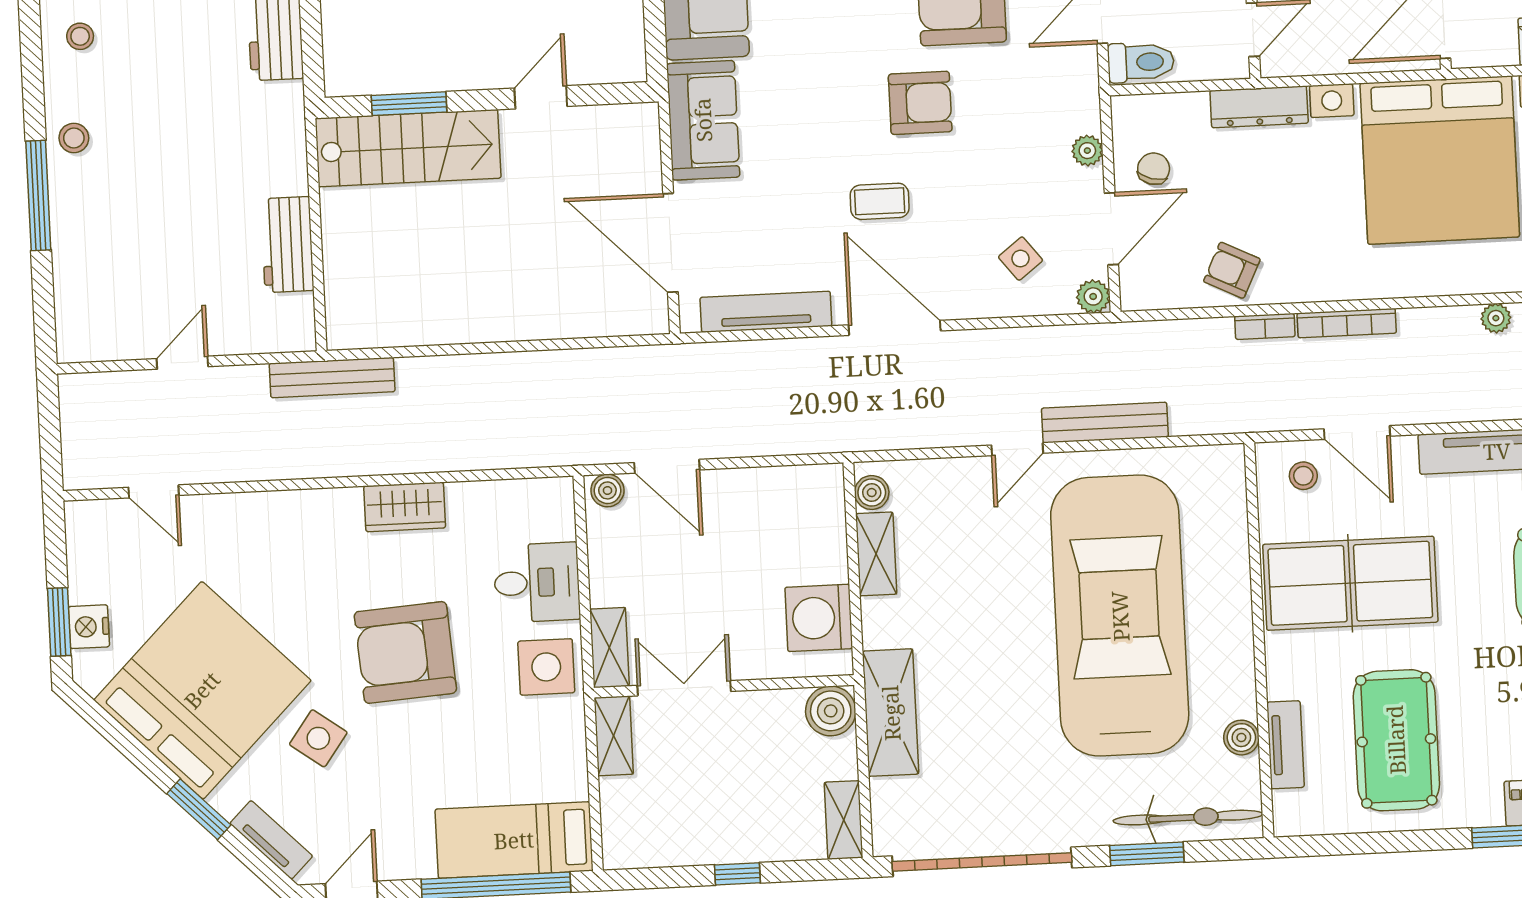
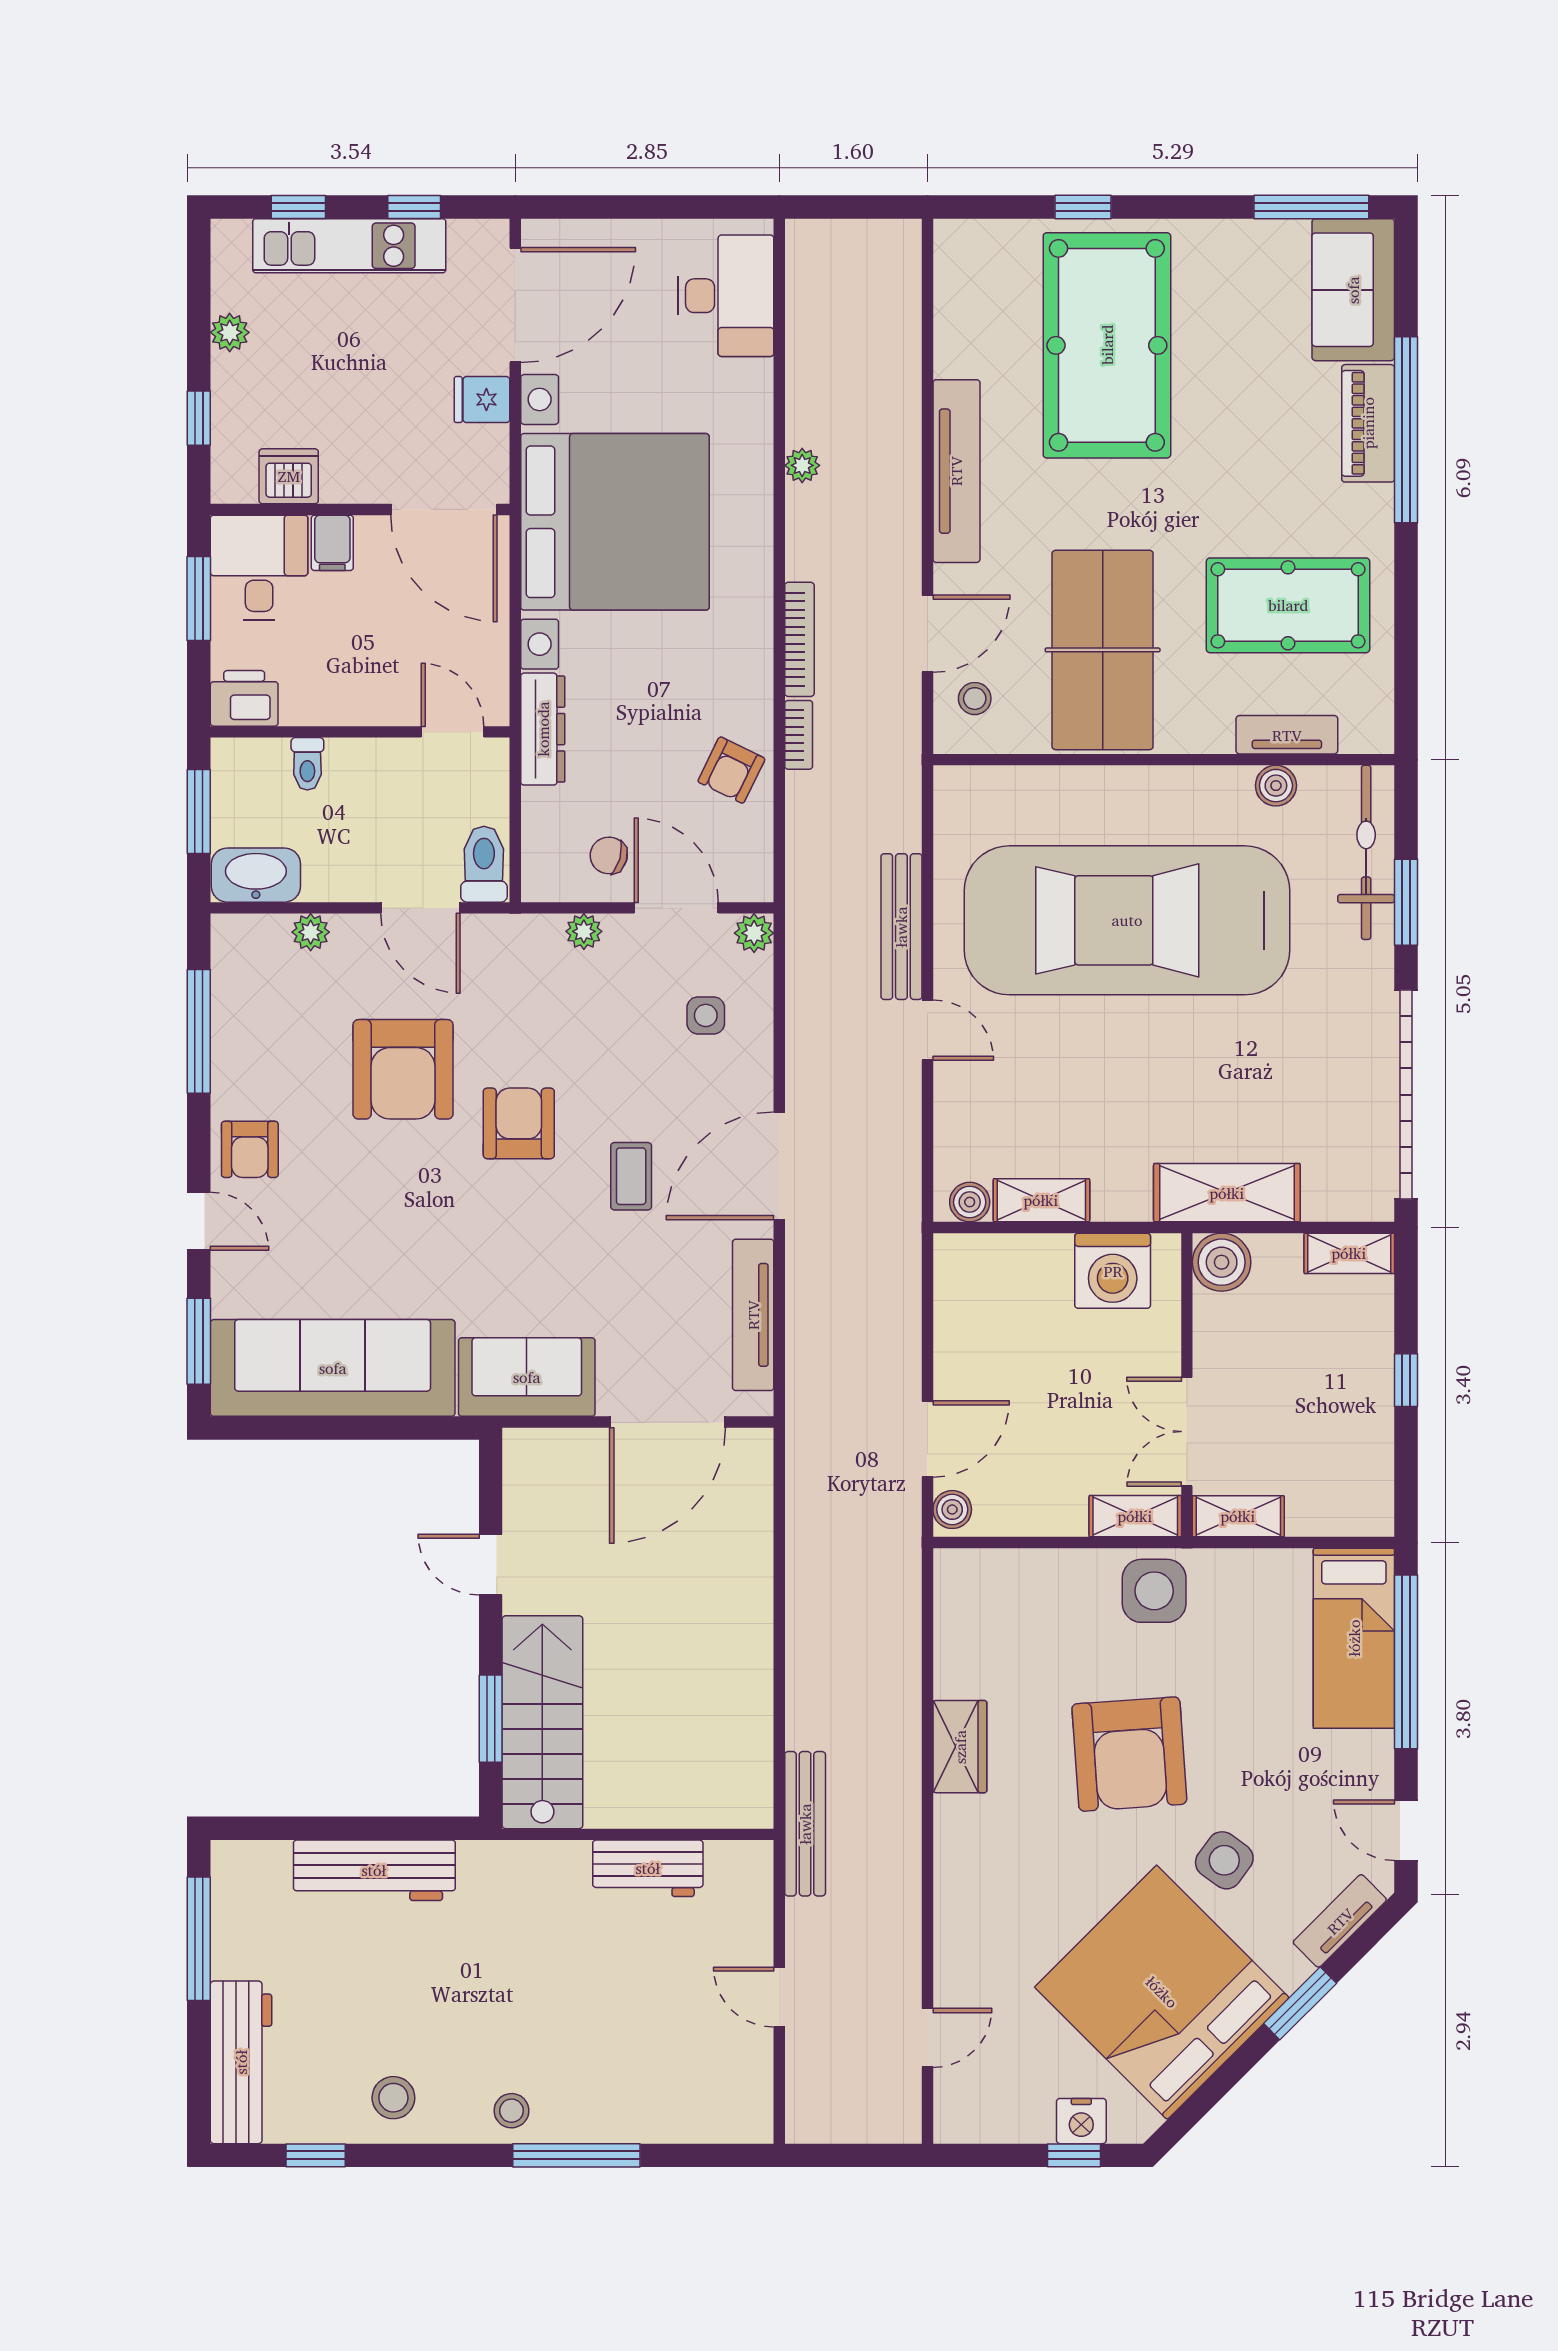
stool: (80, 36) -> (393, 2098), width x1.37, depth x1.37
side table: (1020, 259) -> (706, 1015), turned 38
desk: (537, 582) -> (1055, 1597), removed
window: (59, 622) -> (1074, 2155), width x0.67

